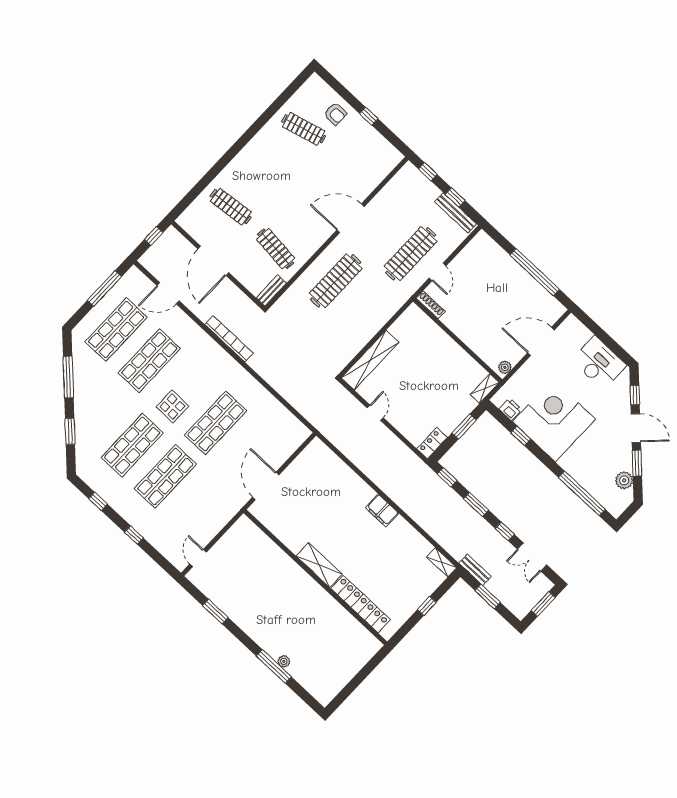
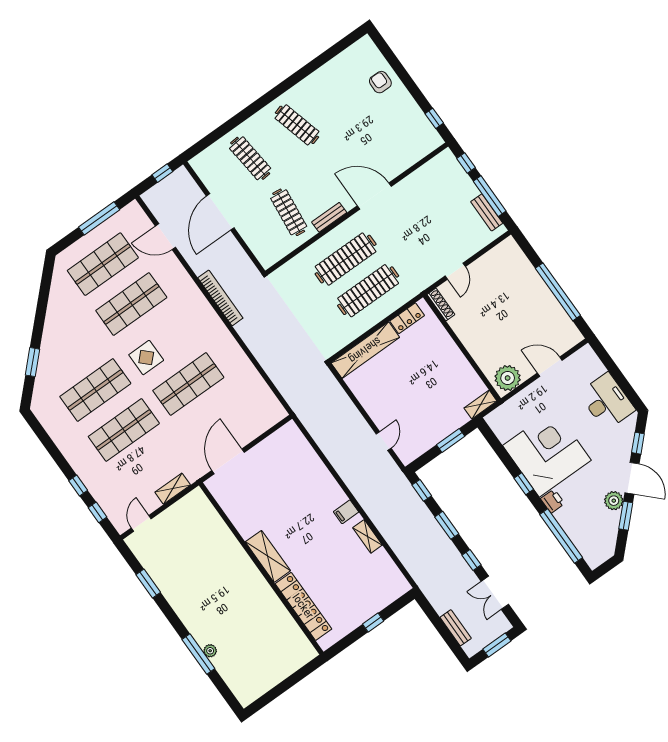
armchair: (335, 114) -> (380, 82), turned 180
window: (369, 116) -> (434, 118), moved
clothes rail: (304, 129) -> (297, 125), moved
window: (455, 197) -> (490, 196), width x2.17
bench: (456, 213) -> (487, 212), width x0.73
clothes rail: (411, 254) -> (368, 291), moved
bench: (271, 290) -> (329, 217), moved
door: (541, 342) -> (550, 367), width x0.73
plant: (505, 367) -> (508, 378), width x1.88, depth x1.88
window: (68, 377) -> (42, 304), removed
printer: (510, 409) -> (553, 501), moved
door: (375, 413) -> (384, 441), moved
window: (521, 436) -> (524, 484), moved
locker: (432, 443) -> (407, 318), moved, turned 180
plant: (624, 480) -> (614, 501), moved
window: (98, 501) -> (97, 512), moved
filing cabinet: (382, 510) -> (346, 512), width x0.50
shelving: (220, 521) -> (173, 489), added
shelving: (442, 562) -> (367, 536), moved
bench: (475, 570) -> (456, 628), moved
window: (488, 596) -> (440, 625), removed

